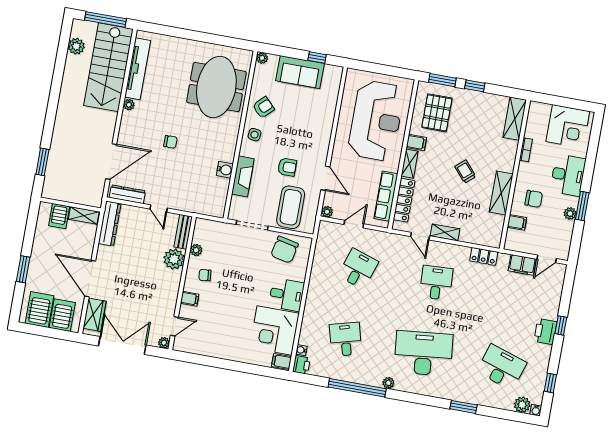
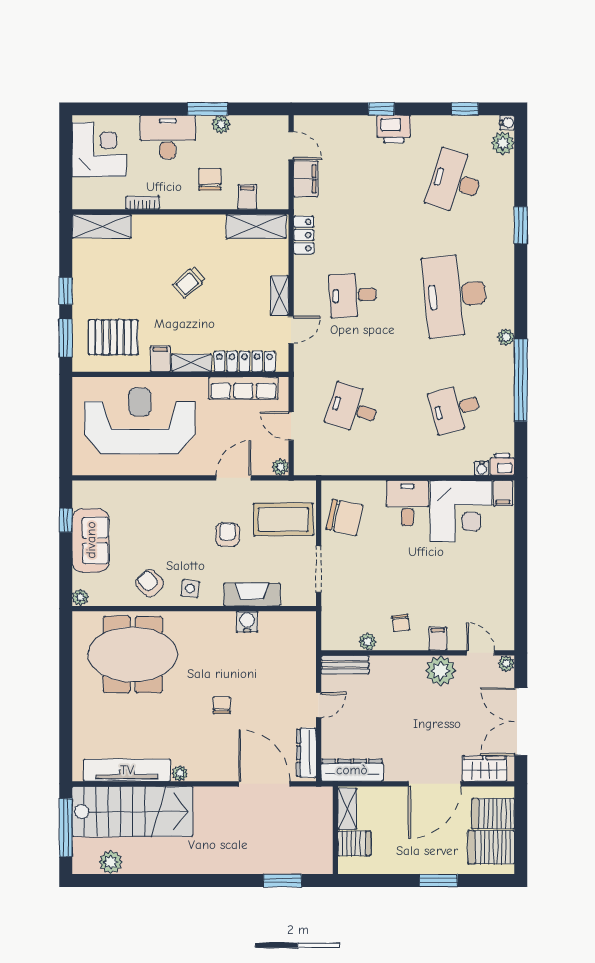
shelving: (501, 193) -> (256, 226), moved
plant: (174, 259) -> (441, 671), moved

